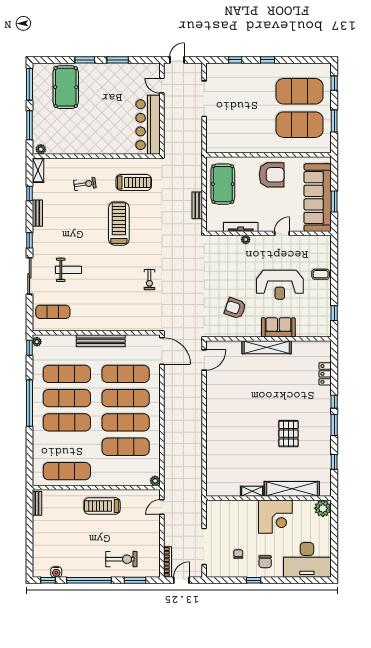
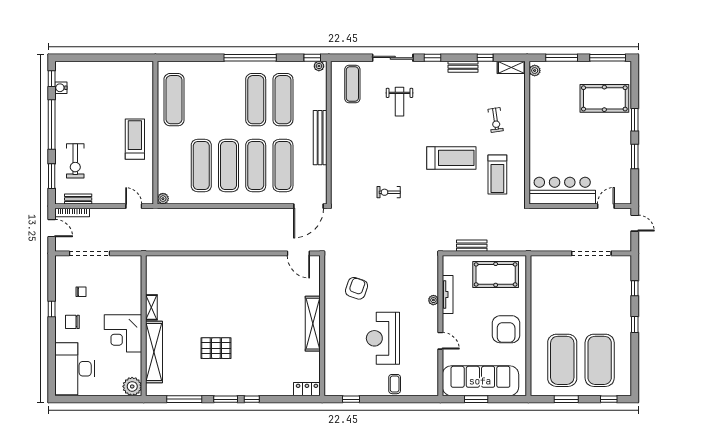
sofa: (278, 327) -> (335, 337), removed
locker: (325, 374) -> (307, 389), moved
exercise mat: (67, 422) -> (228, 100), removed
window: (334, 462) -> (184, 399), width x2.17
bench: (37, 503) -> (78, 199), moved

